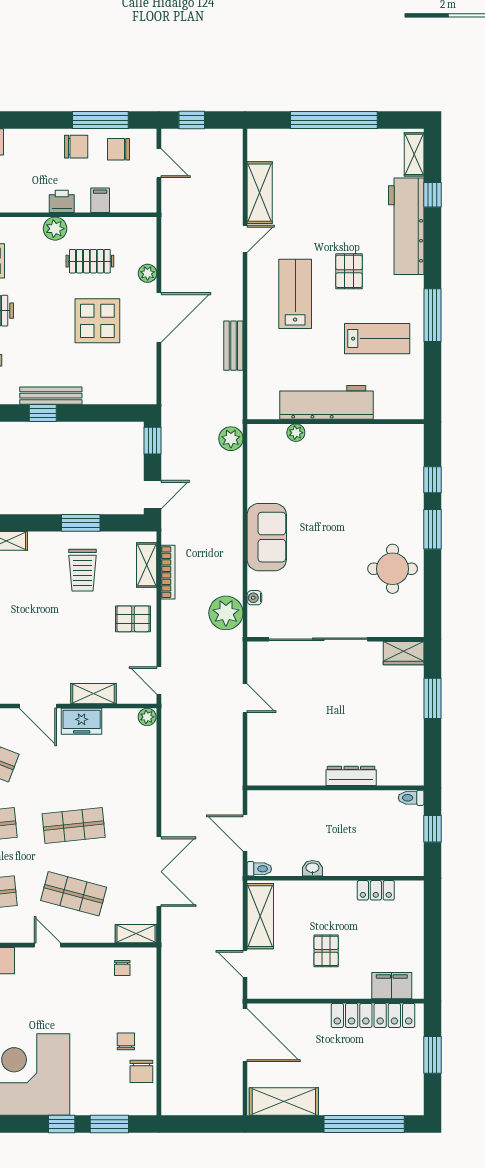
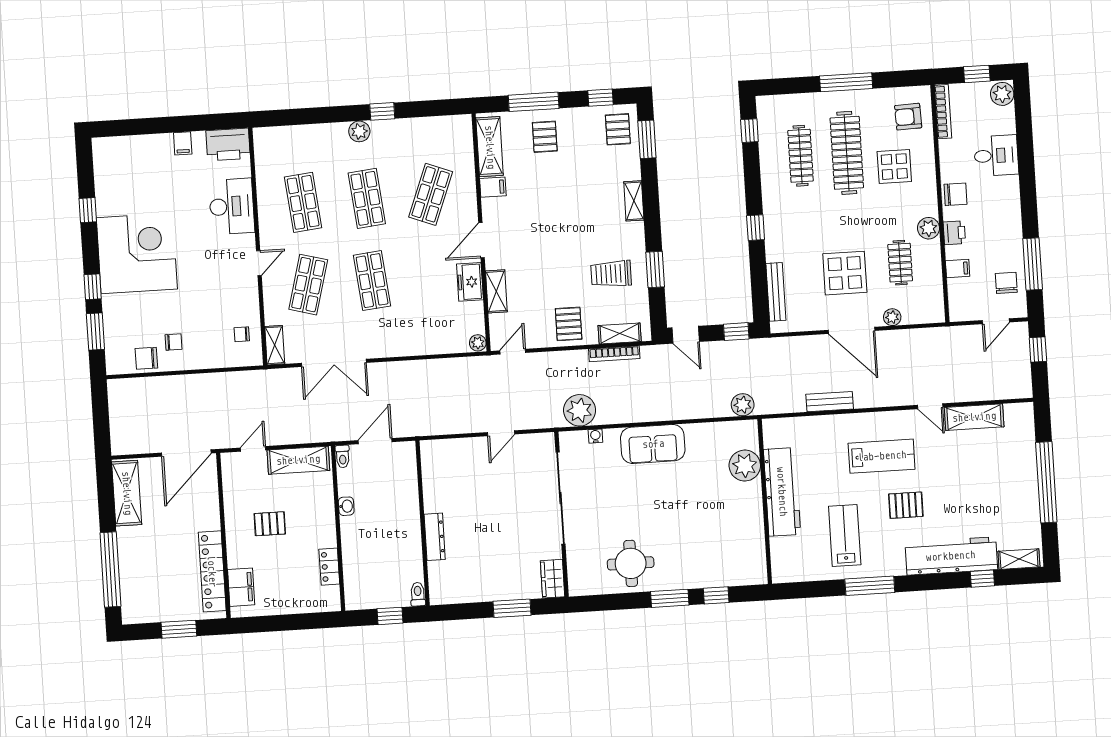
chair: (76, 147) -> (955, 194), moved, turned -90
lab bench: (377, 339) -> (845, 535), turned 180
bench: (51, 396) -> (776, 292), moved
plant: (296, 433) -> (745, 466), width x1.88, depth x1.88

